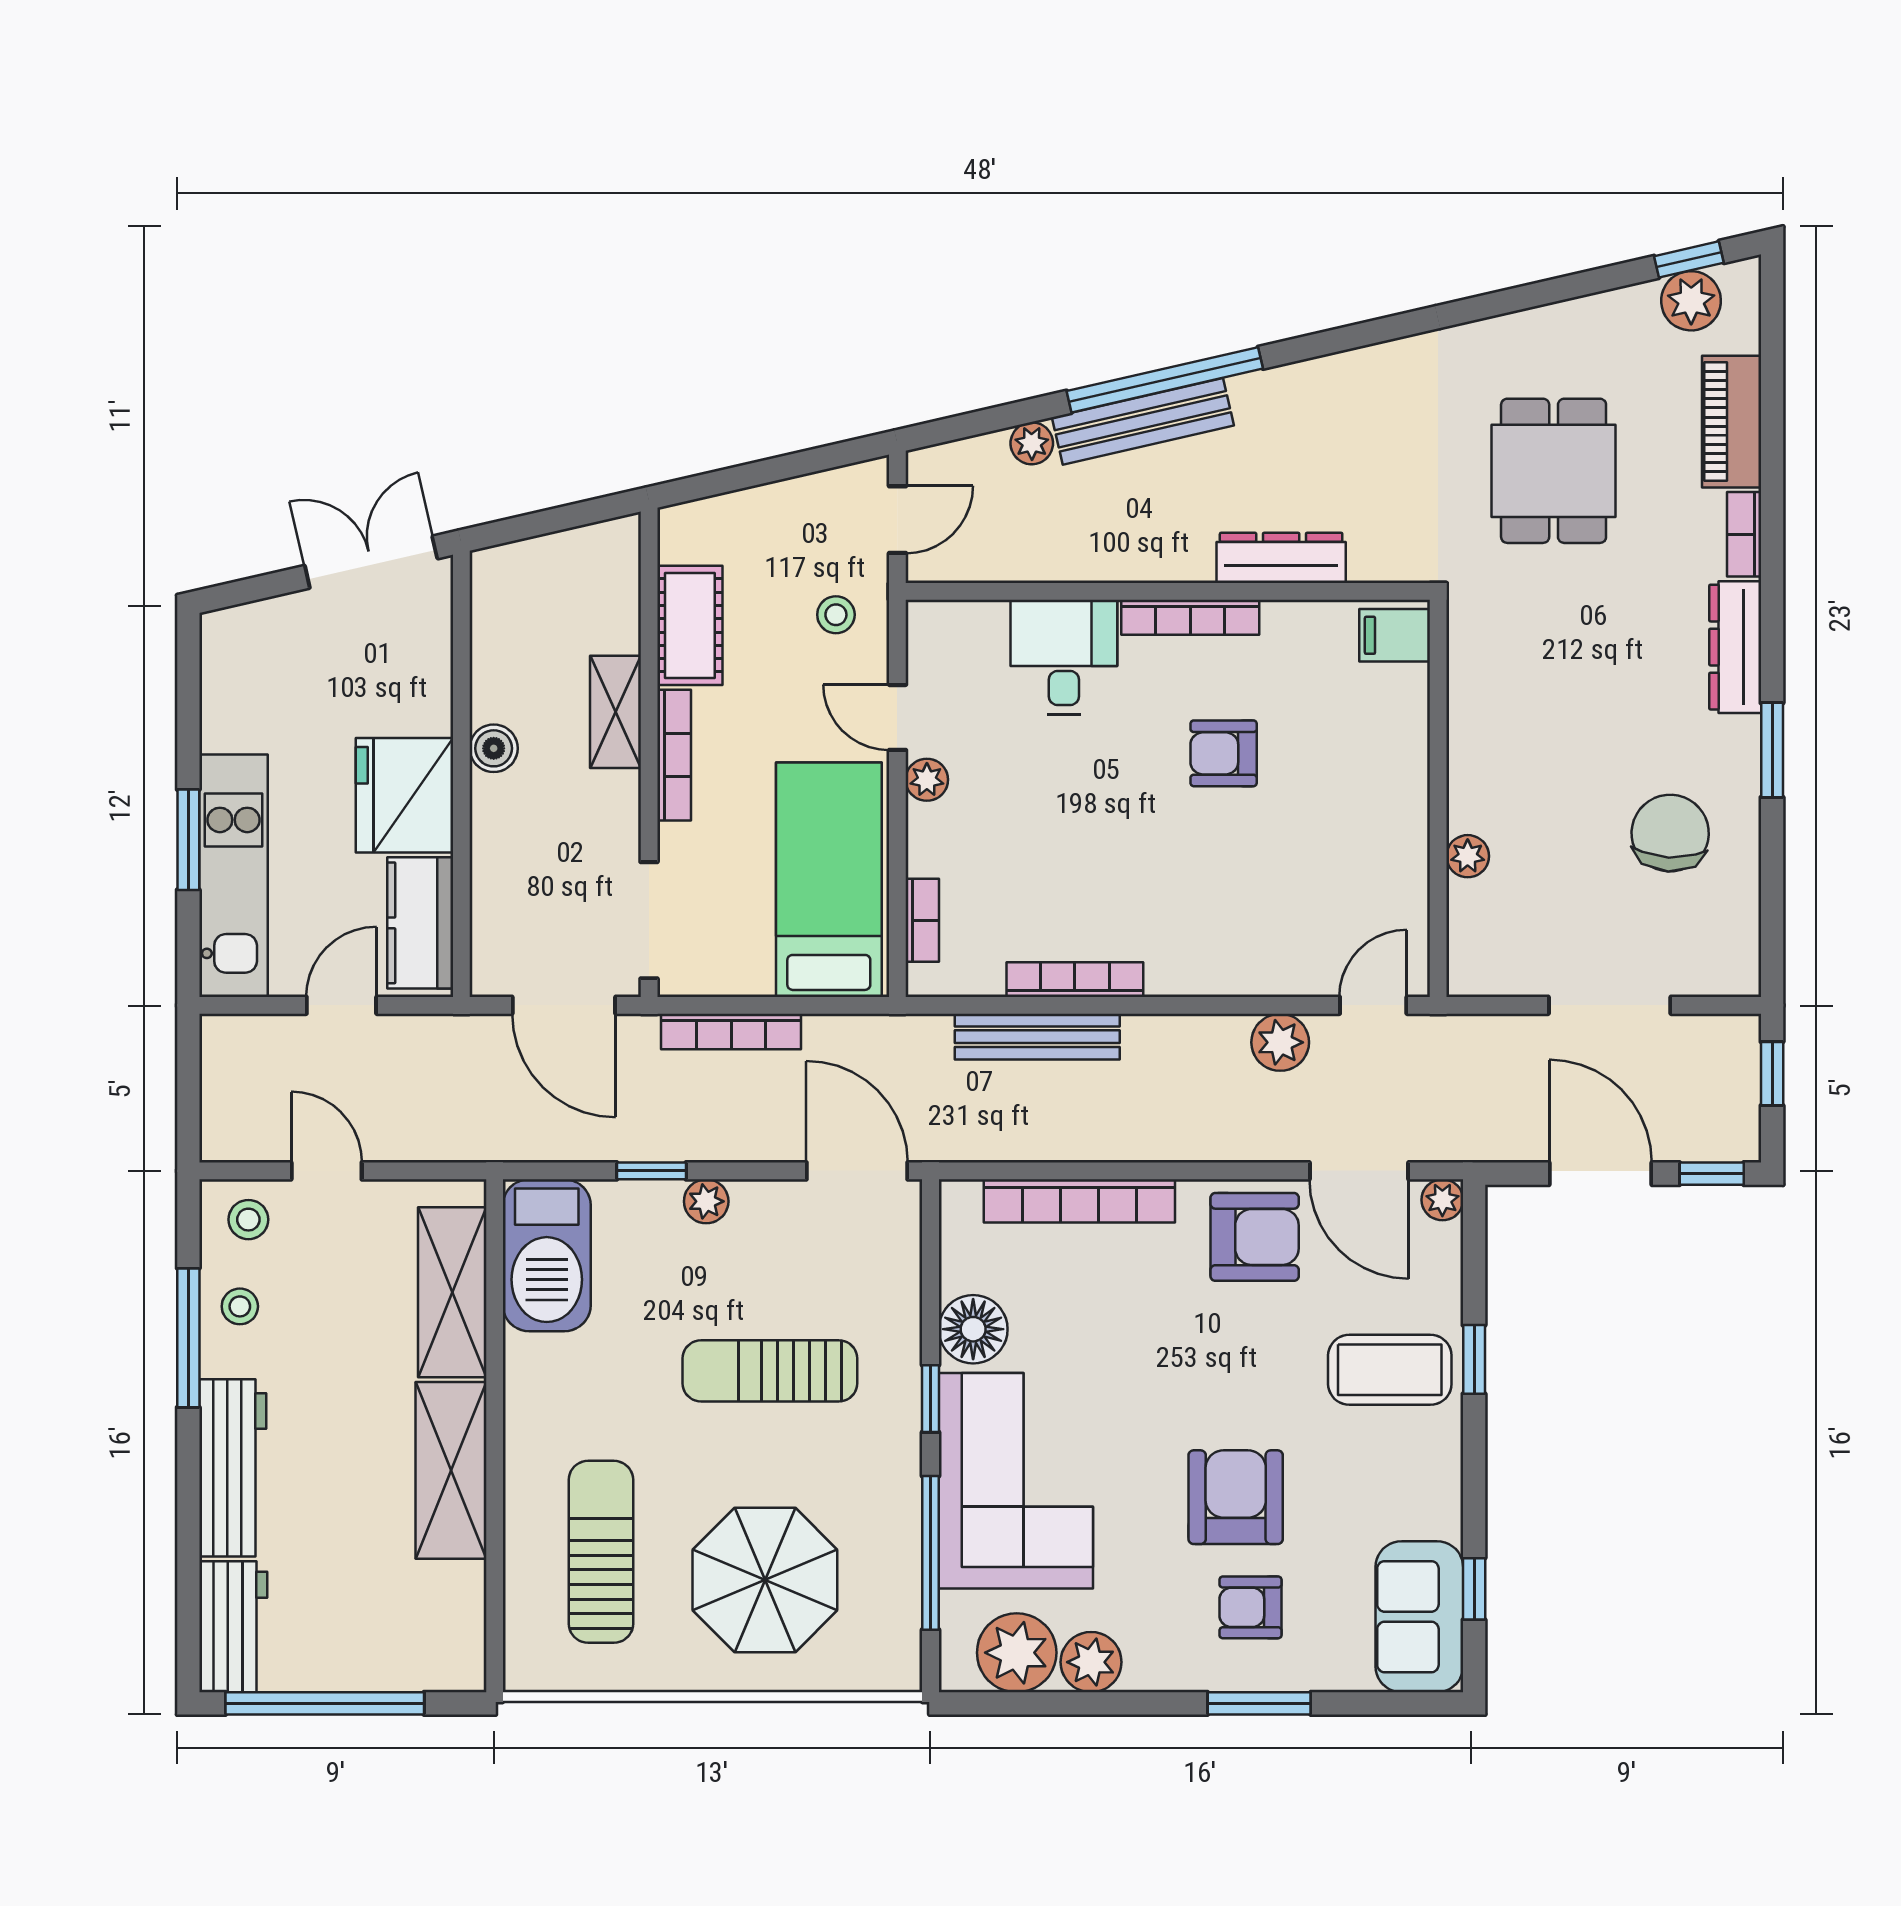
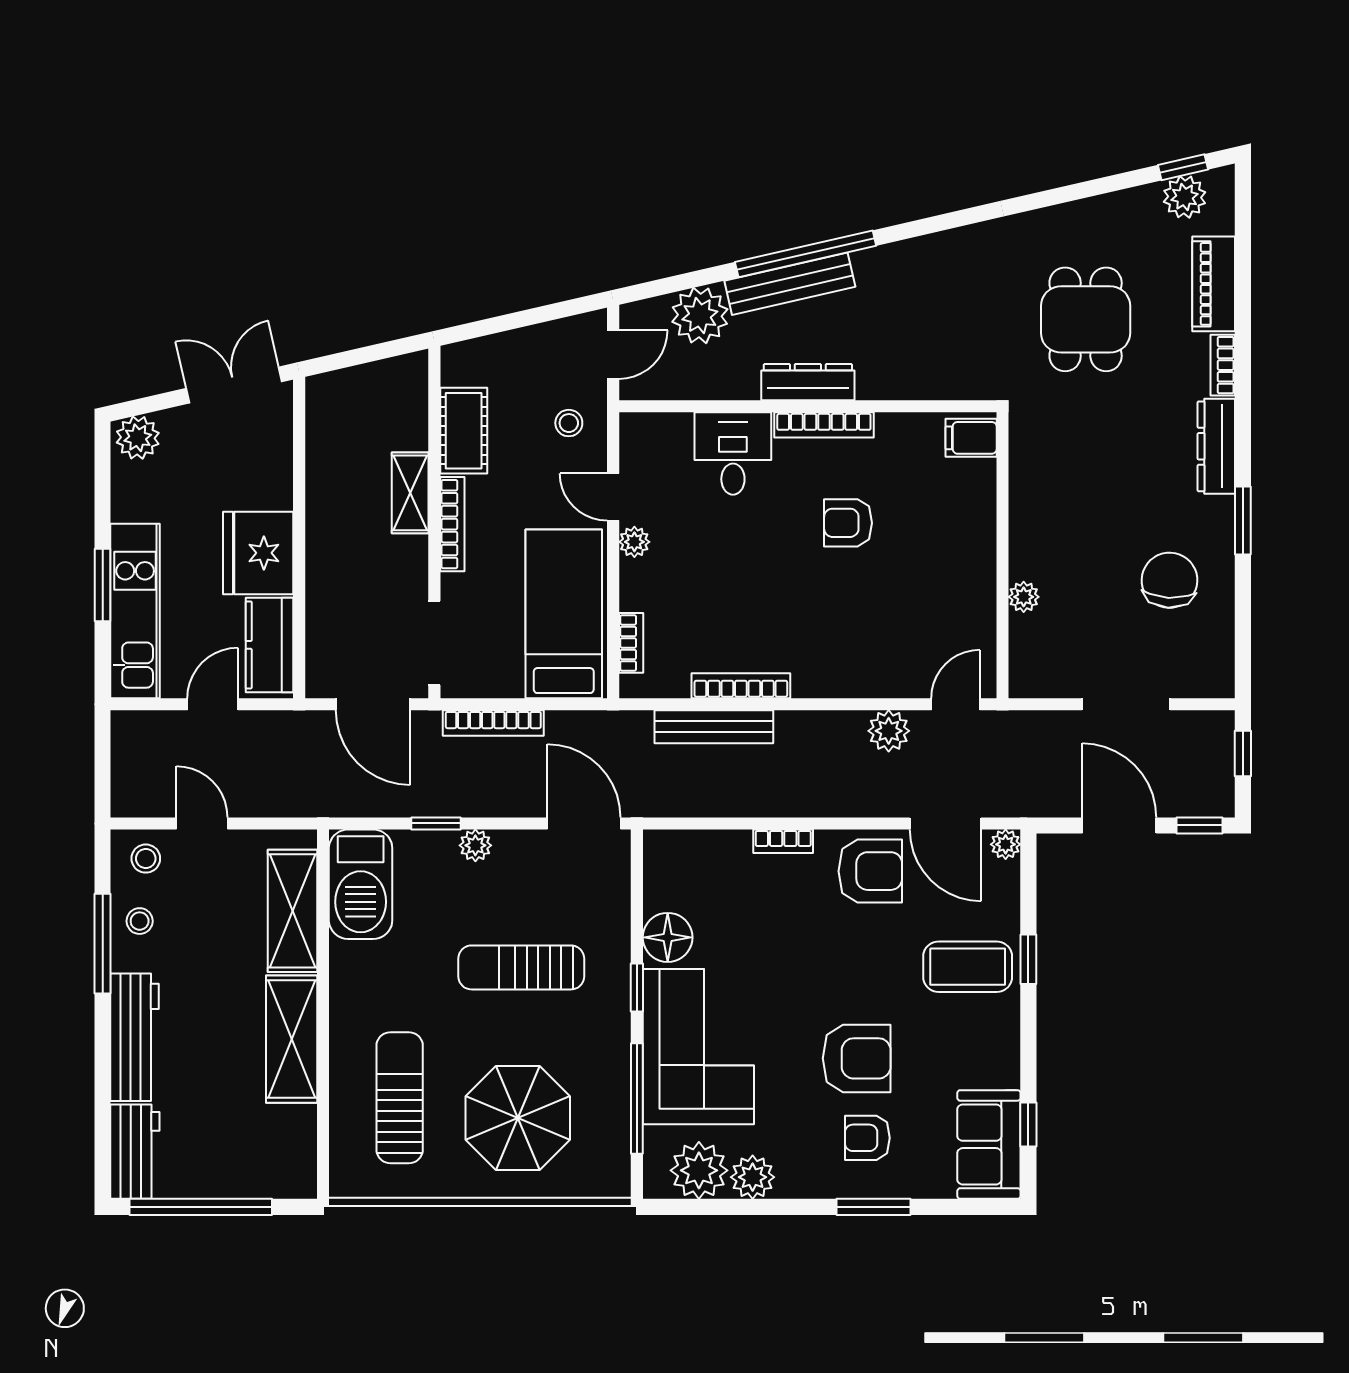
plant: (1032, 443) -> (700, 316), width x1.87, depth x1.87
dresser: (1281, 558) -> (808, 382), moved
plant: (237, 635) -> (138, 438), added
boiler: (494, 748) -> (322, 519), removed
bookcase: (1079, 1201) -> (783, 841), width x0.43, depth x0.76
armchair: (1236, 1497) -> (857, 1058), turned 90

